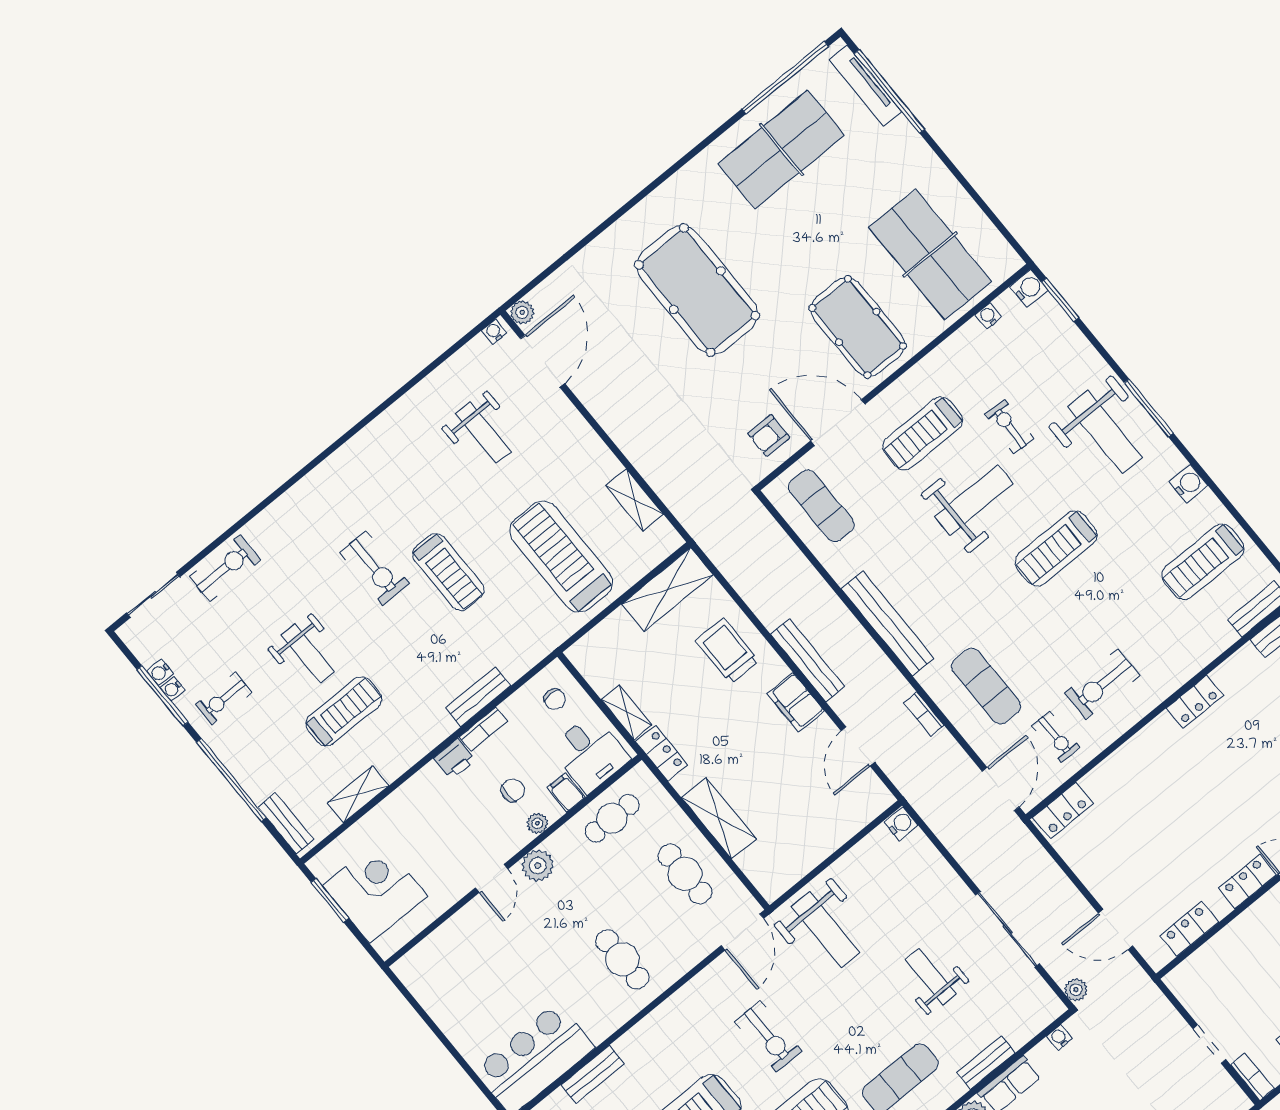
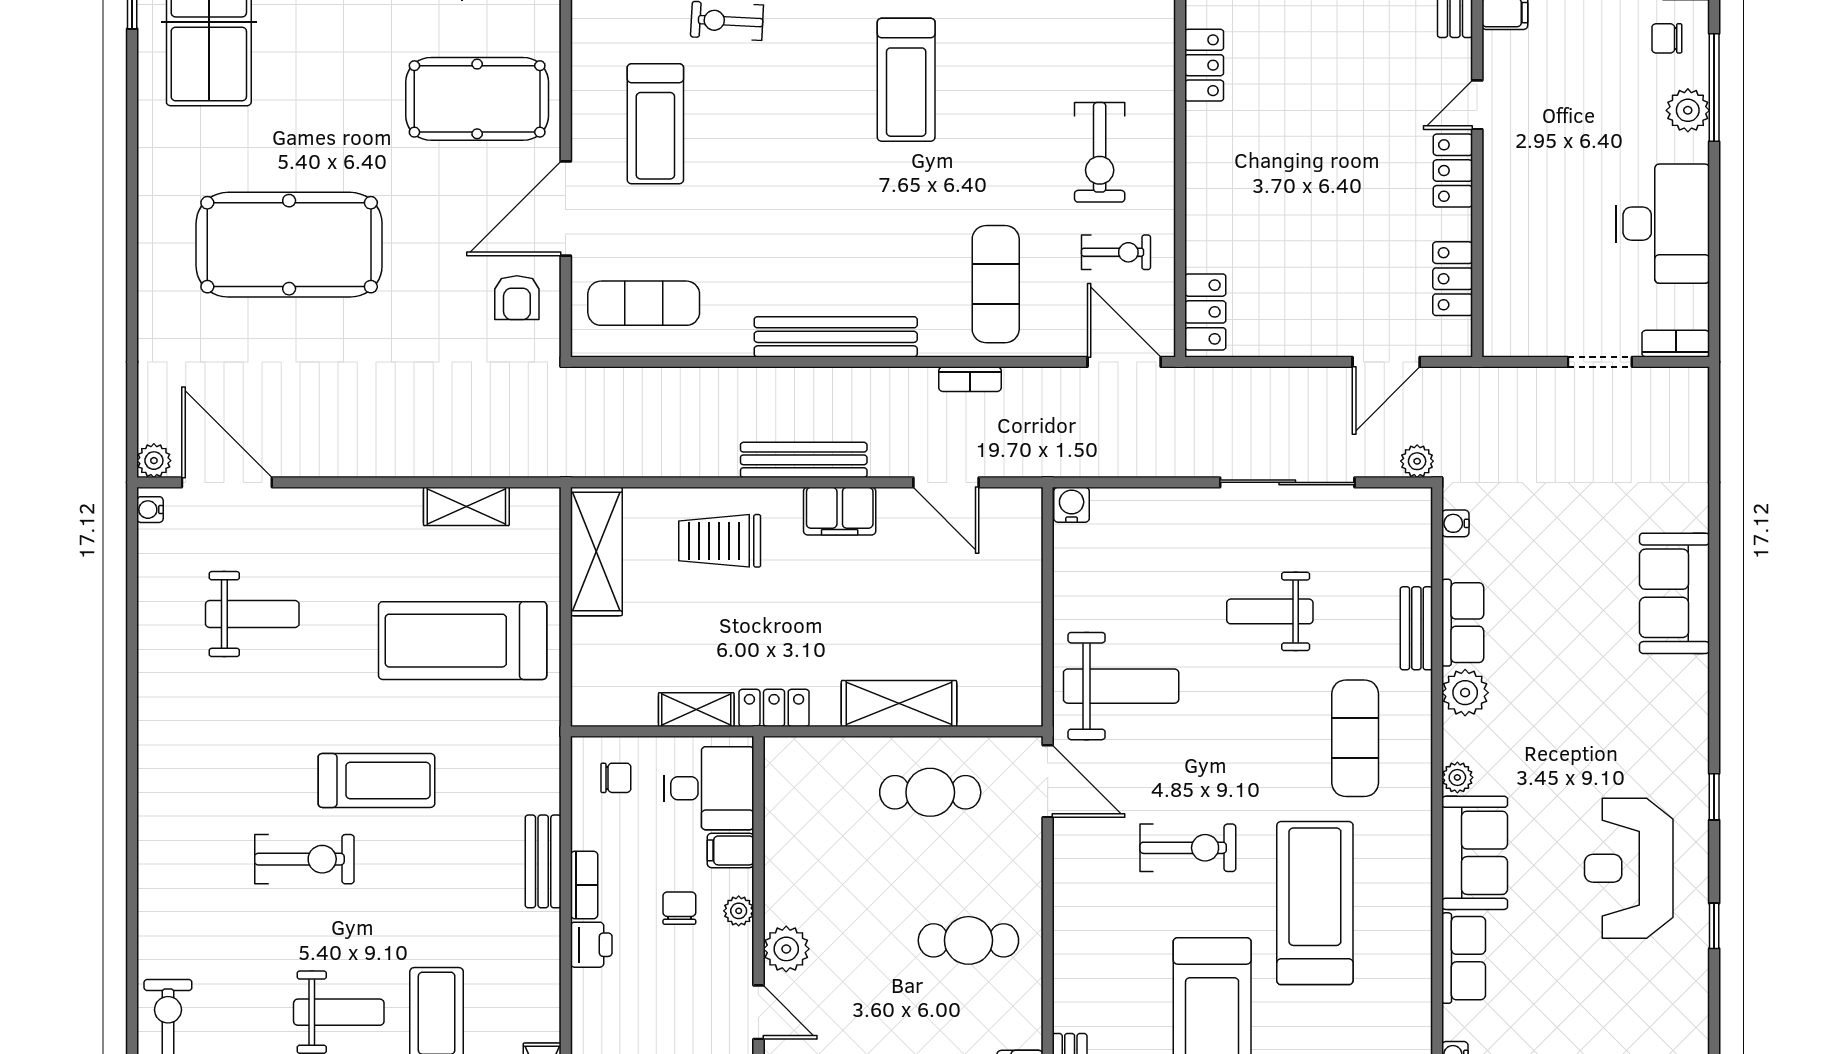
weight bench: (974, 500) -> (777, 127), removed
exercise mat: (986, 686) -> (996, 284), turned 90
cafe table: (612, 818) -> (801, 823), removed

